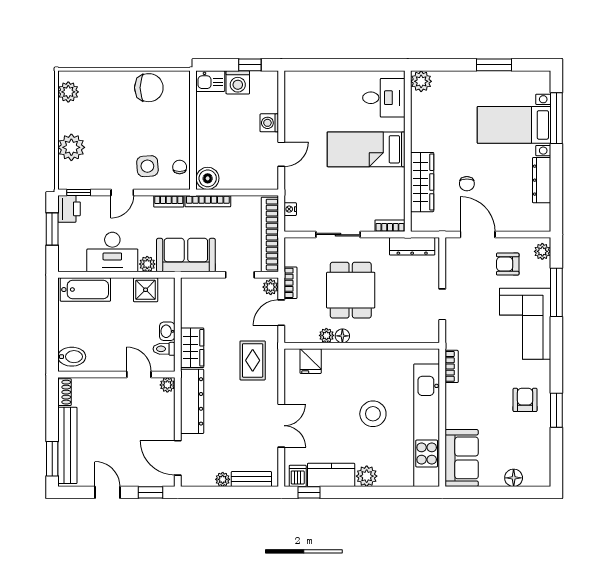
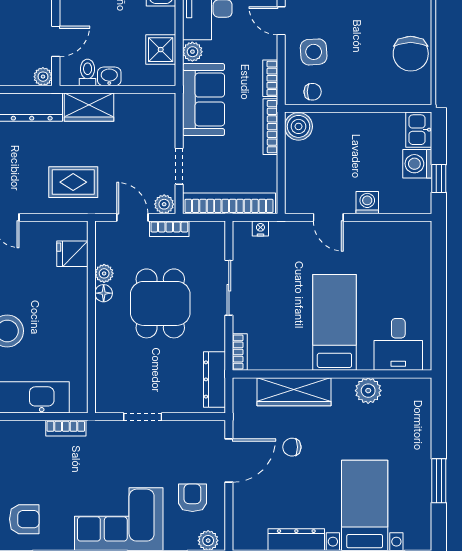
plant: (421, 81) -> (368, 391), moved
dining table: (351, 290) -> (160, 303), turned 90

